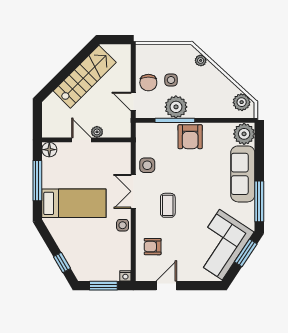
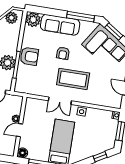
side table: (147, 165) -> (44, 88), removed
coffee table: (168, 205) -> (73, 79), width x1.86, depth x1.72
armchair: (153, 247) -> (63, 53), moved

